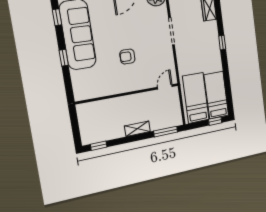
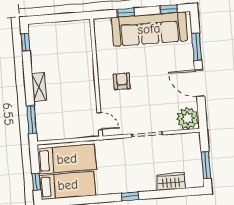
door: (165, 87) -> (100, 121), moved
wall: (128, 94) -> (96, 78), moved

